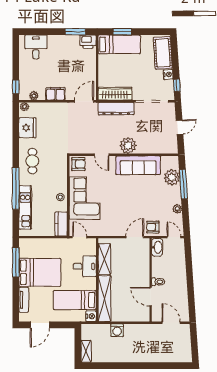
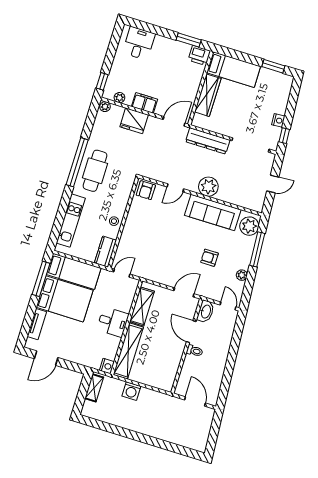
window: (122, 32) -> (273, 66), moved
cot: (163, 53) -> (280, 94), removed
wardrobe: (115, 94) -> (208, 95), moved, turned 90
fridge: (27, 128) -> (134, 121), moved, turned 90
door: (102, 155) -> (175, 188), hinge flipped
cafe table: (32, 161) -> (95, 171), width x1.37, depth x1.35
armchair: (78, 164) -> (146, 190), turned 90
plant: (172, 177) -> (249, 226), moved
window: (16, 188) -> (77, 162), moved
corner sofa: (85, 198) -> (141, 231), removed
armchair: (153, 227) -> (210, 258), moved
door: (80, 237) -> (122, 273), hinge flipped
desk: (85, 266) -> (113, 322), moved
door: (151, 297) -> (191, 332), moved
bed: (75, 300) -> (74, 271), moved, turned 180
shelving: (86, 351) -> (94, 388), moved

